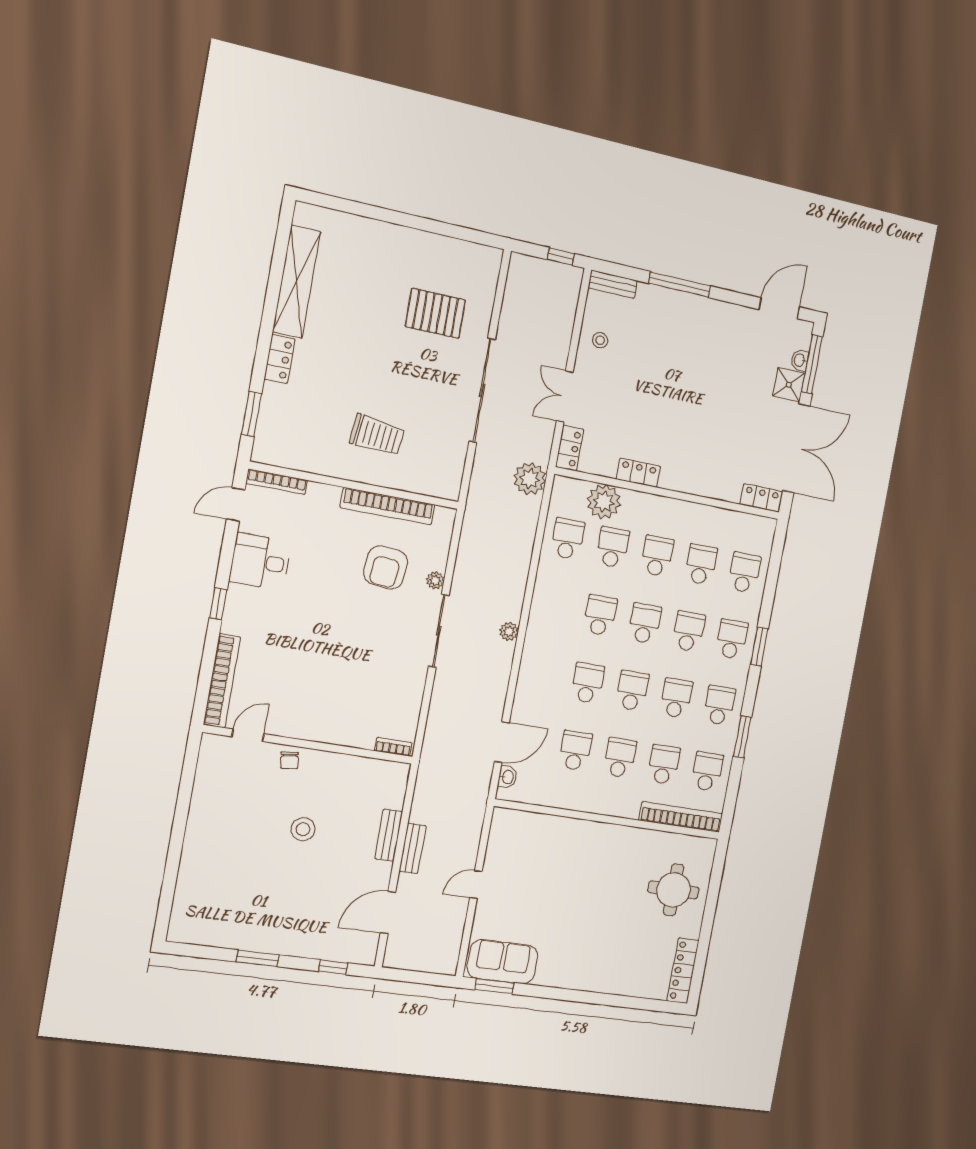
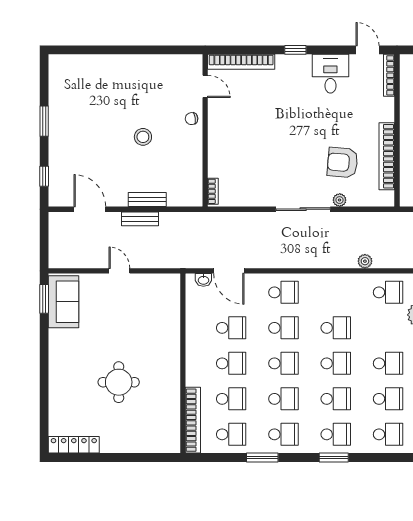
school desk: (613, 547) -> (283, 292), moved
plant: (509, 631) -> (365, 261), moved
round table: (673, 890) -> (119, 382), moved

